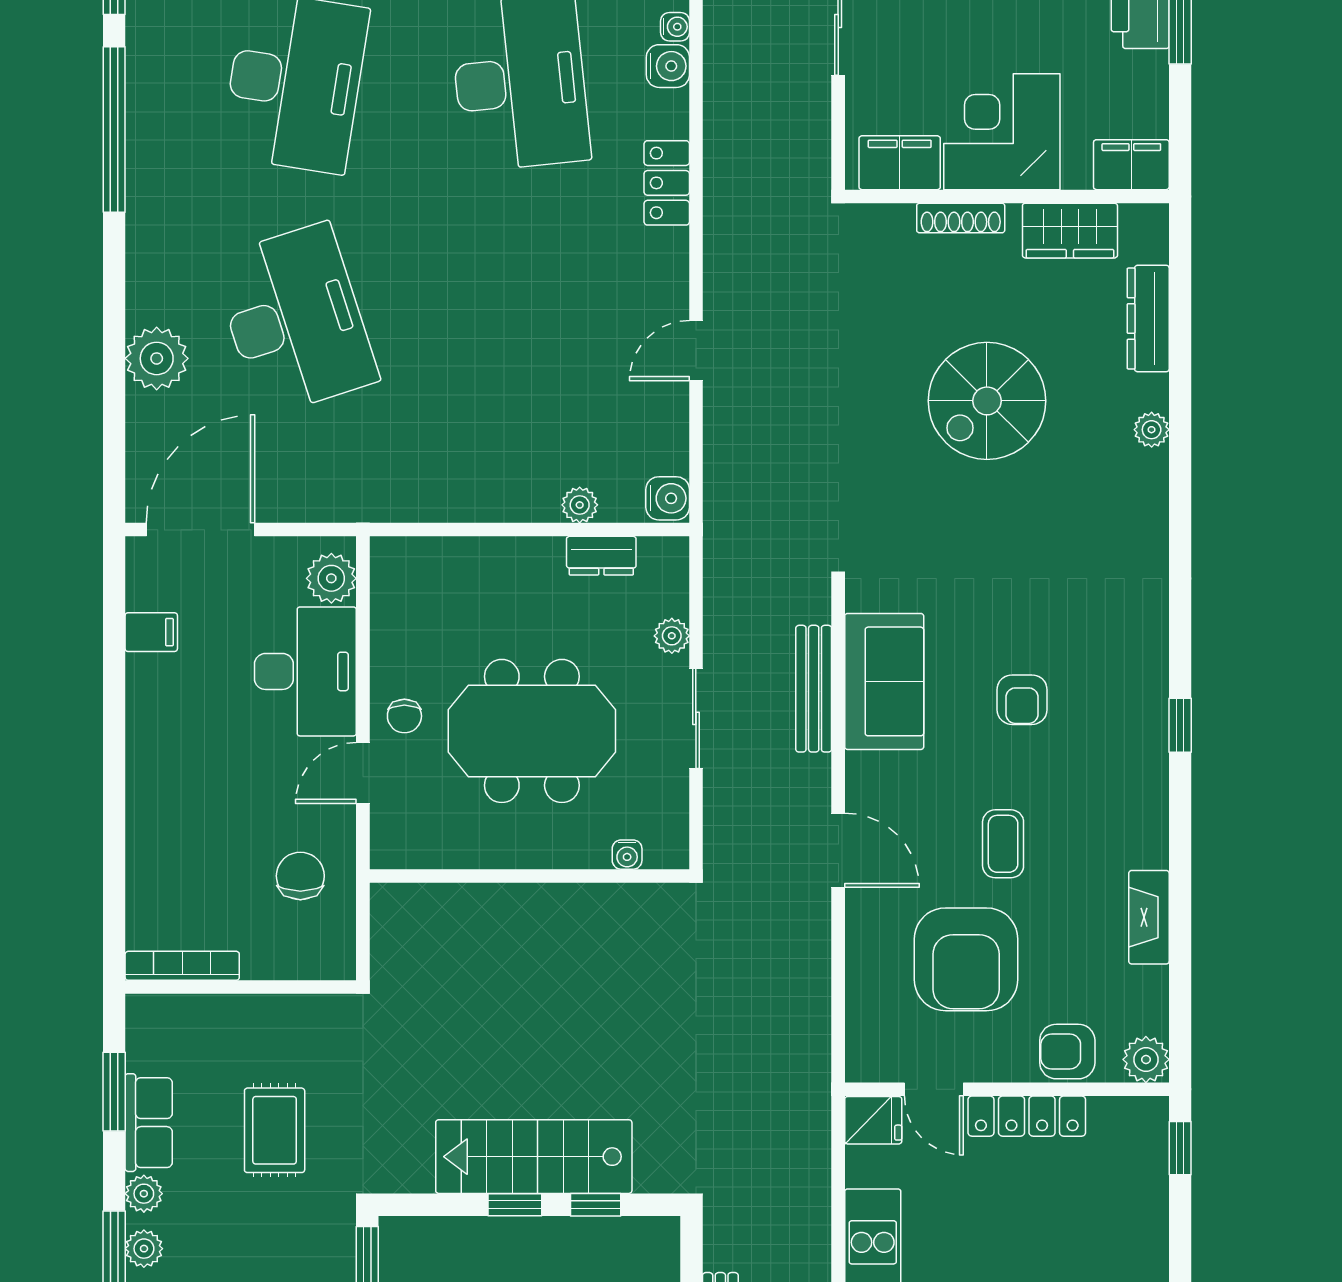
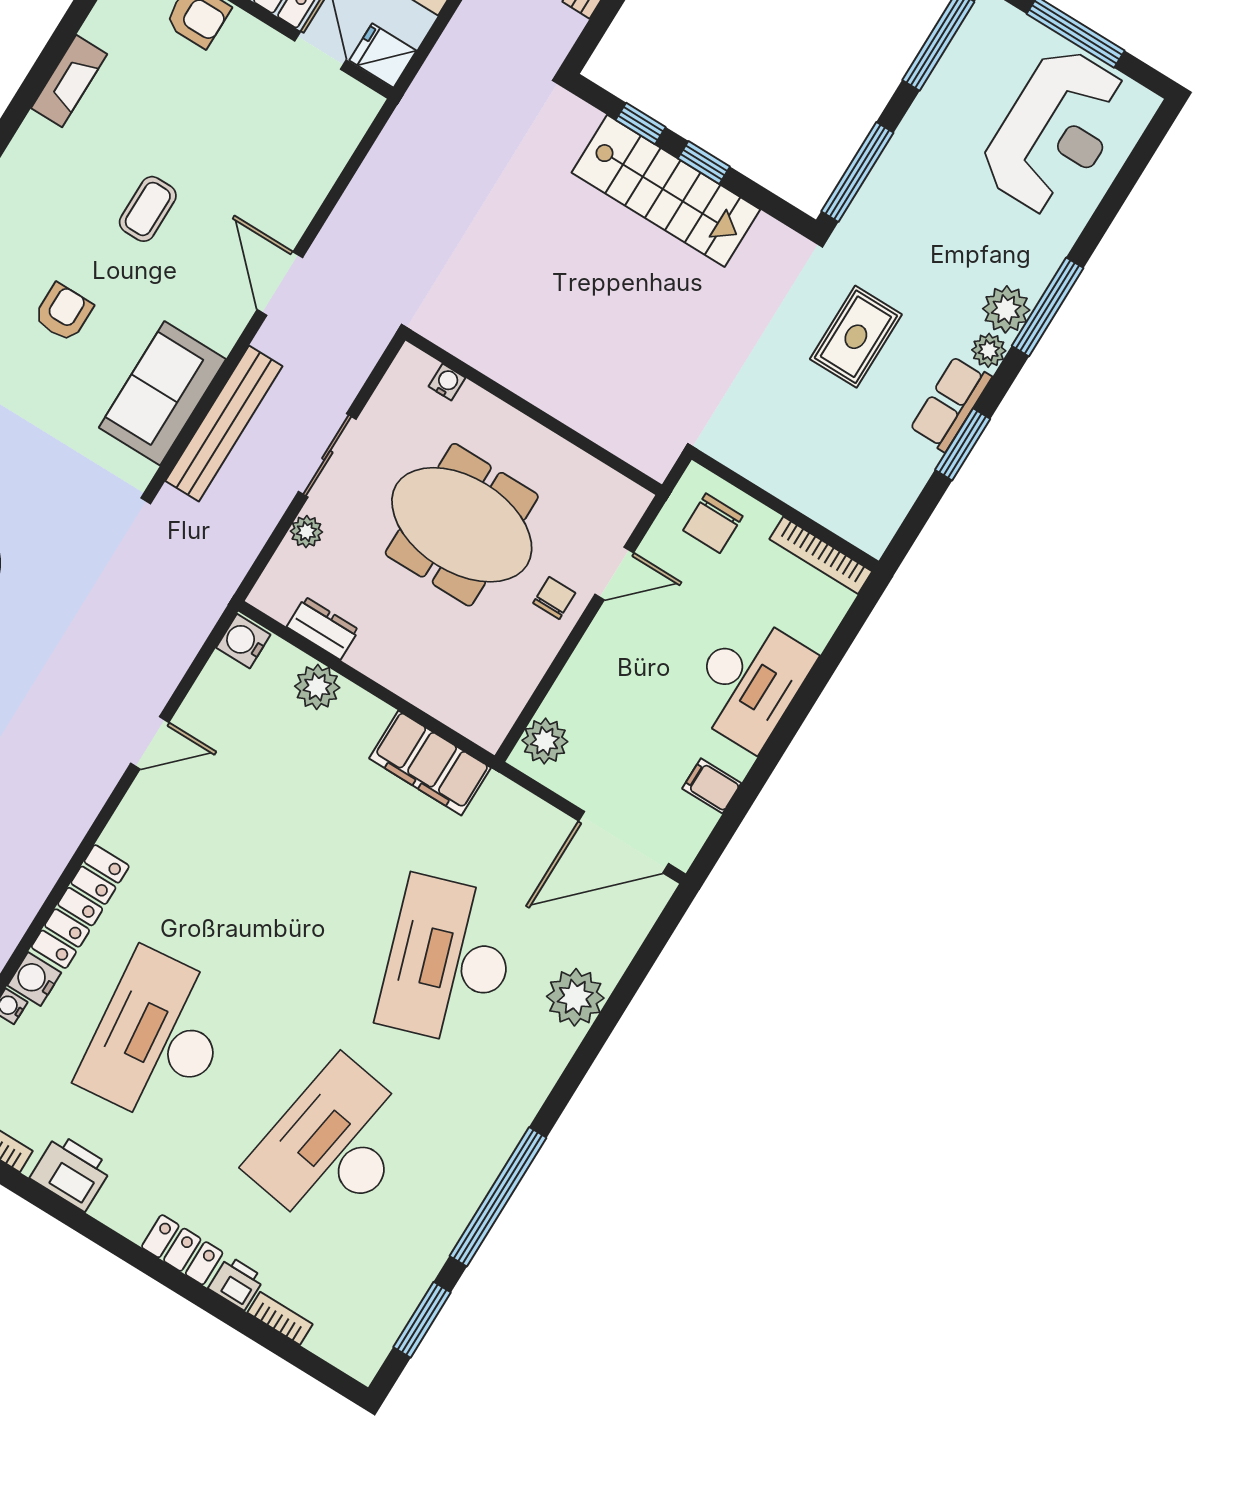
locker: (667, 183) -> (80, 907), width x1.53
filing cabinet: (425, 492) -> (430, 763), added
plant: (580, 505) -> (317, 687), width x1.38, depth x1.38
desk: (305, 671) -> (749, 682), moved, turned 180
bench: (814, 689) -> (224, 424), width x1.37, depth x1.21
armchair: (966, 959) -> (233, 136), removed
bookcase: (182, 966) -> (821, 555), moved
wall: (241, 987) -> (785, 510), moved
plant: (144, 1249) -> (1006, 309), width x1.38, depth x1.38

